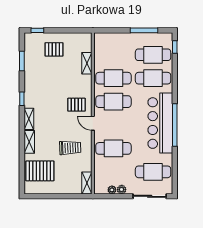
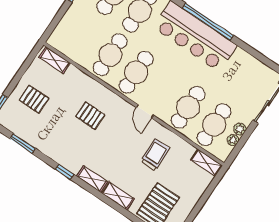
pallet: (54, 49) -> (34, 99), turned 90
shelving: (87, 63) -> (55, 60), moved
pallet: (76, 105) -> (90, 116), moved, turned 90
door: (93, 123) -> (145, 111), hinge flipped
cafe table: (153, 172) -> (214, 125), moved

